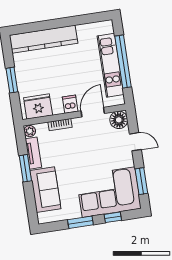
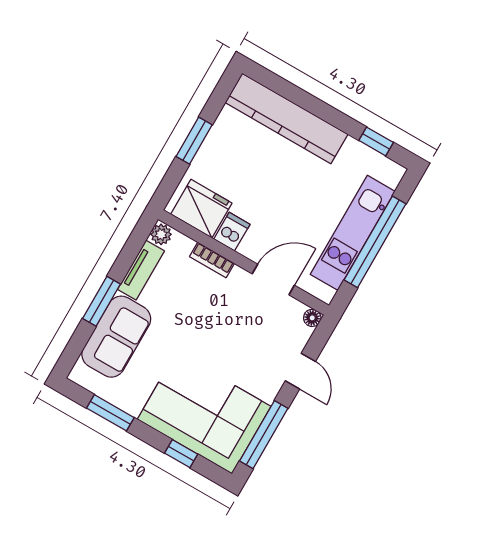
window: (89, 19) -> (376, 141), added
dishwasher: (70, 104) -> (232, 232), moved
floor lamp: (119, 120) -> (312, 318), width x0.53, depth x0.53
window: (25, 168) -> (101, 301), moved
window: (141, 181) -> (264, 435), width x1.44
window: (80, 222) -> (110, 413), moved

